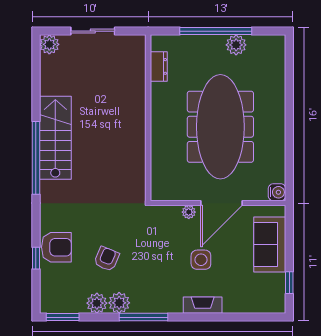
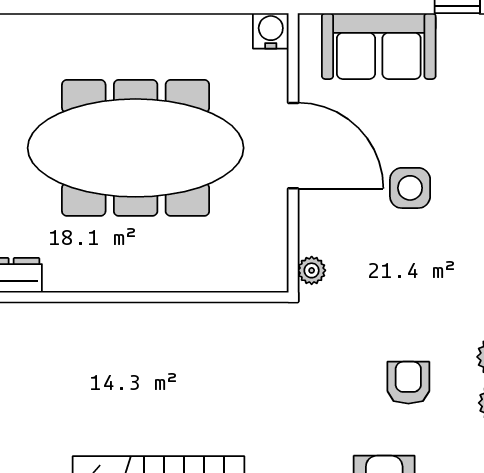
plant: (189, 212) -> (312, 270), moved
armchair: (107, 259) -> (408, 383), turned 67

